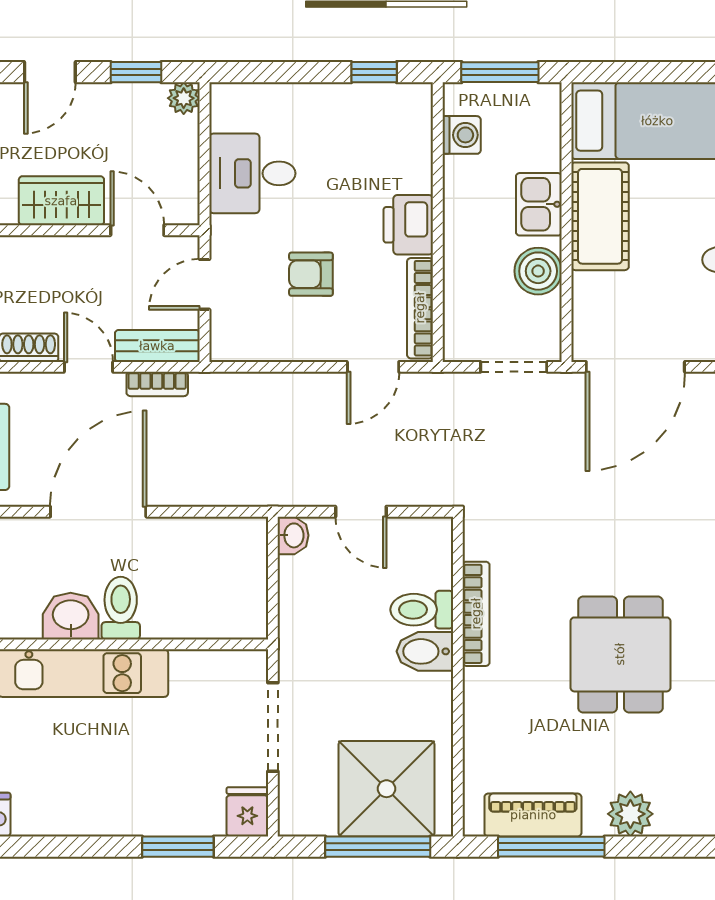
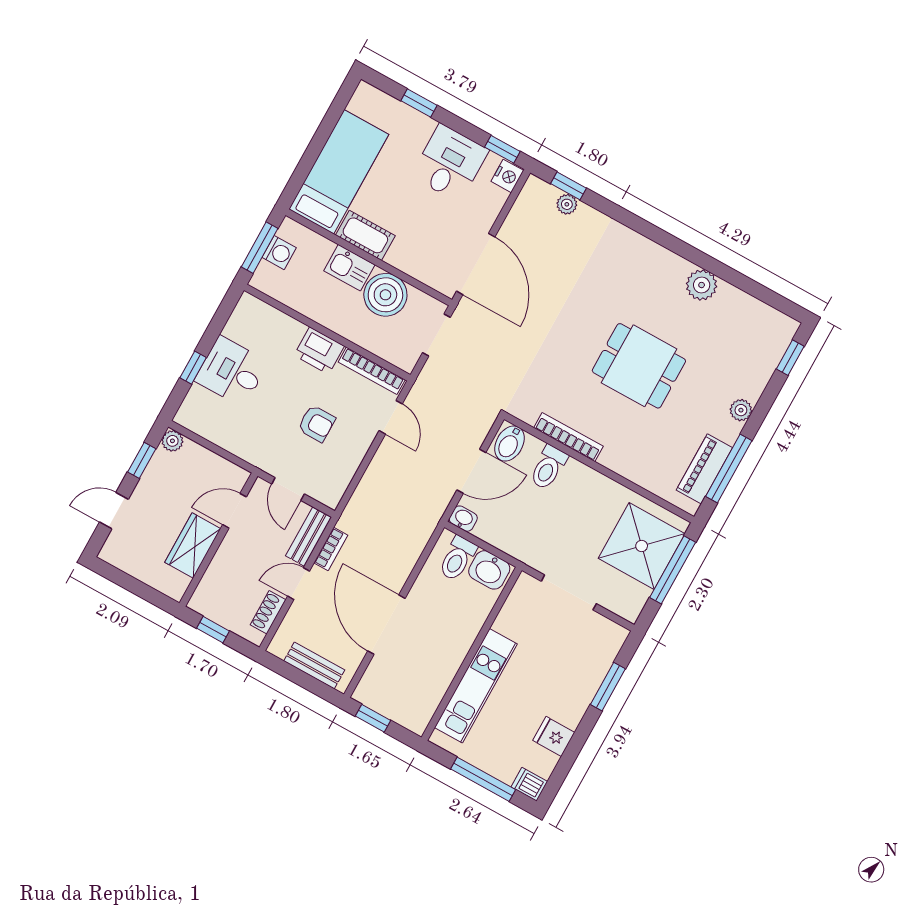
door: (50, 72) -> (114, 511), swing flipped
window: (374, 72) -> (193, 368), moved
washing machine: (462, 135) -> (279, 253), moved, turned 90
desk: (252, 173) -> (232, 371), moved, turned 90
cot: (600, 216) -> (365, 235), width x0.73, depth x0.75
boiler: (538, 271) -> (385, 295), width x1.37, depth x1.37
armchair: (311, 274) -> (317, 424), turned -90
door: (361, 512) -> (471, 471), width x1.38
toilet: (121, 608) -> (457, 558), moved, turned -90
washbasin: (71, 616) -> (489, 570), moved, turned -90
bidet: (425, 651) -> (509, 444), moved
fridge: (247, 812) -> (554, 736), moved
plant: (630, 814) -> (741, 410), width x0.73, depth x0.73

